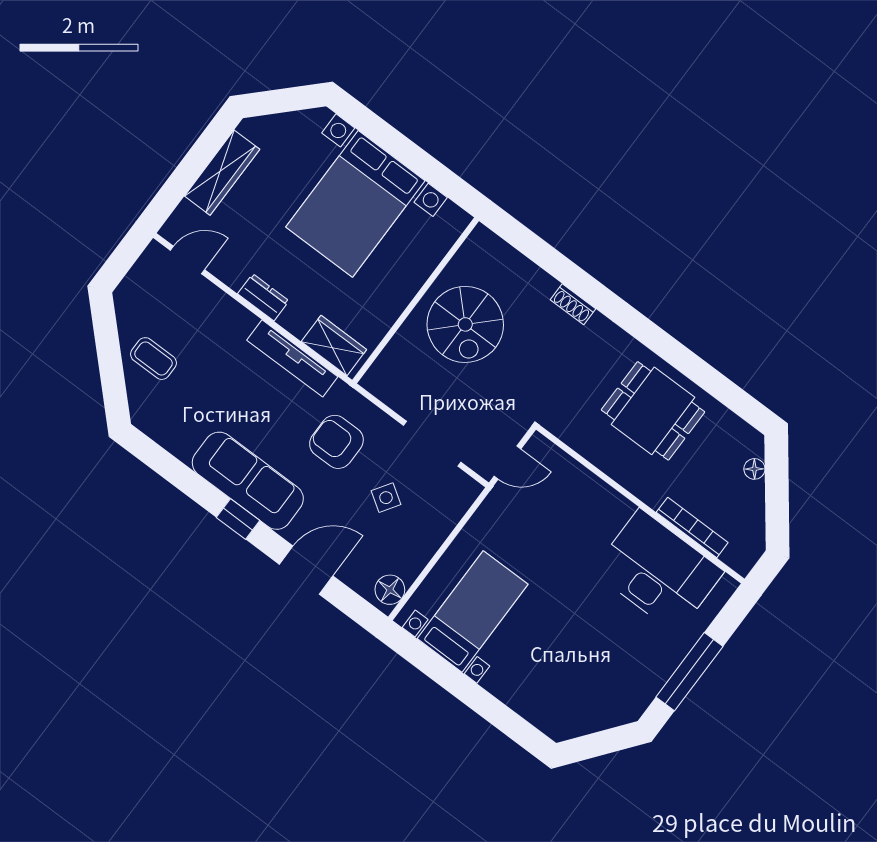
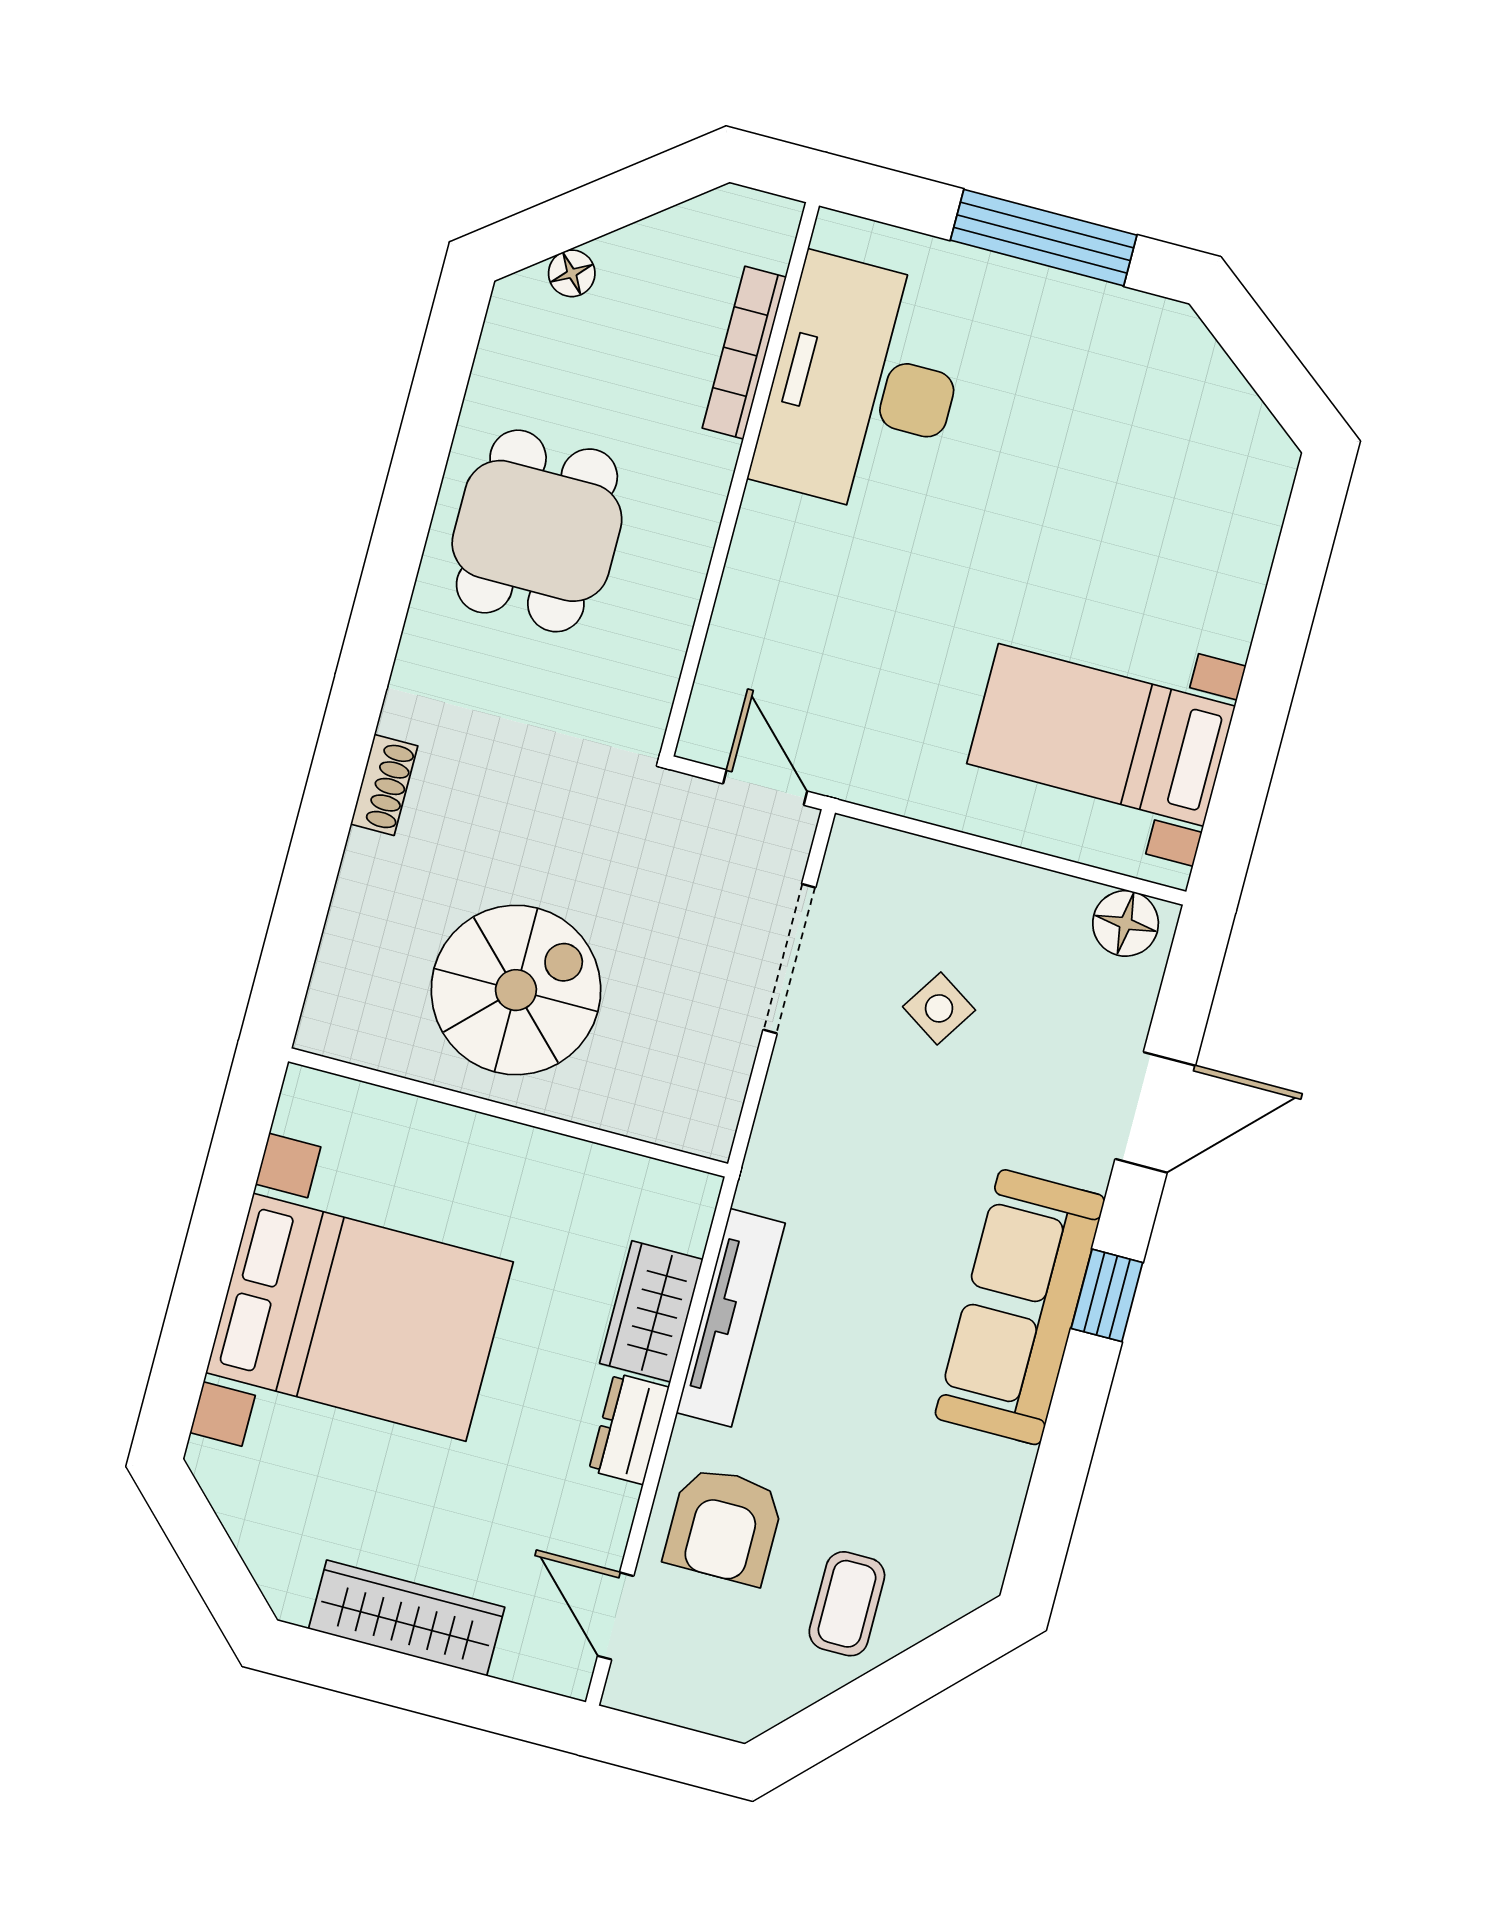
wardrobe: (334, 346) -> (651, 1311), moved
armchair: (336, 442) -> (724, 1525), moved
door: (306, 570) -> (1155, 1112), swing flipped

